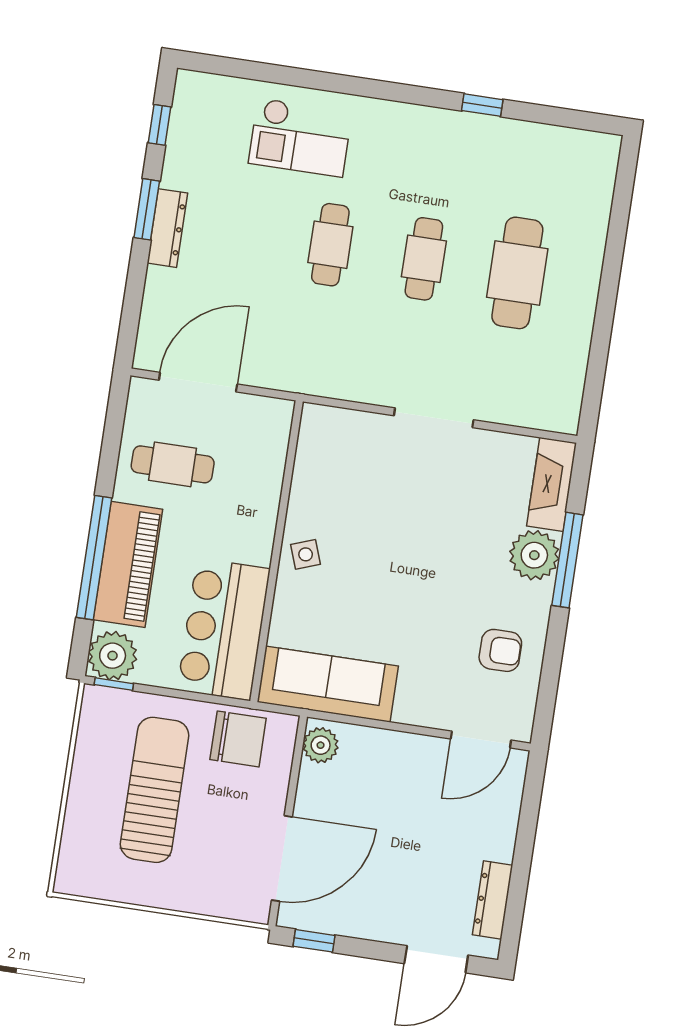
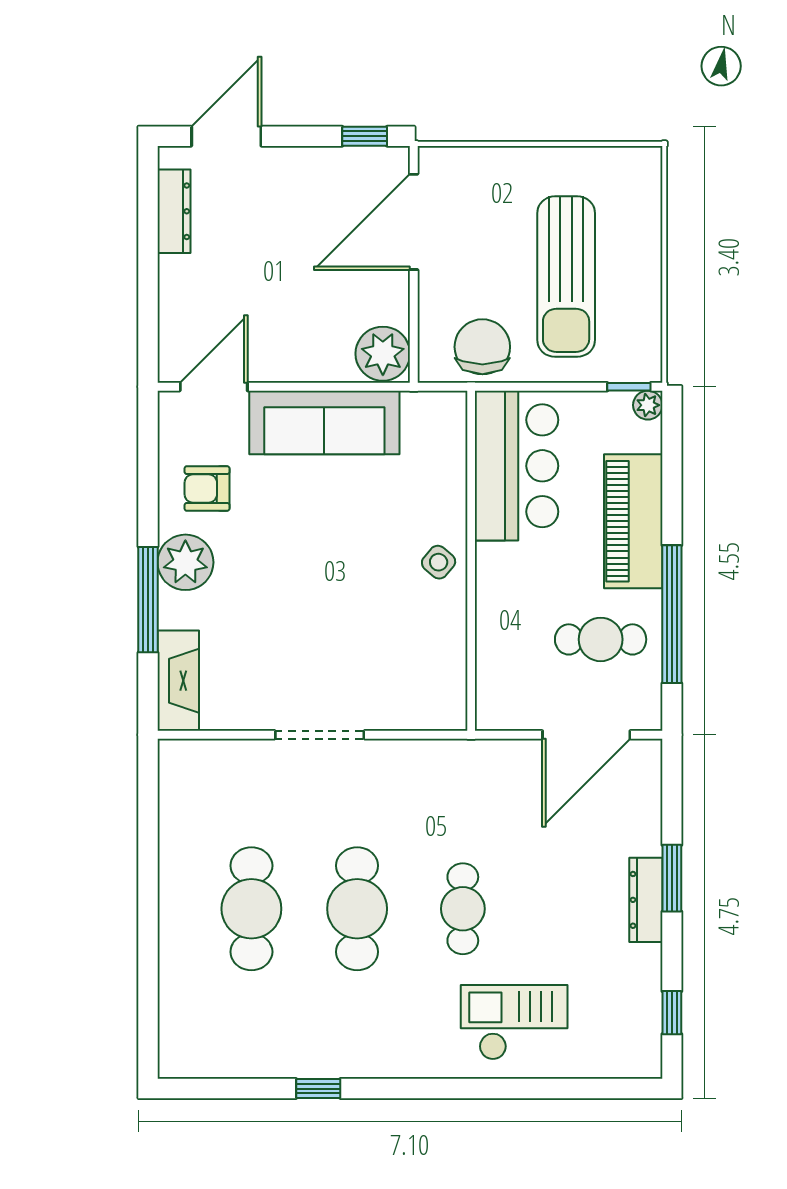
window: (147, 209) -> (672, 878), moved
cafe table: (424, 259) -> (357, 909), width x1.37, depth x1.35
side table: (306, 554) -> (439, 562), turned -30
plant: (534, 555) -> (185, 562), moved
window: (94, 558) -> (672, 614), moved
plant: (113, 656) -> (648, 405), width x0.53, depth x0.53
sofa: (328, 684) -> (324, 422), moved
chair: (238, 739) -> (482, 347), turned 90
plant: (321, 745) -> (383, 354), width x1.36, depth x1.36

